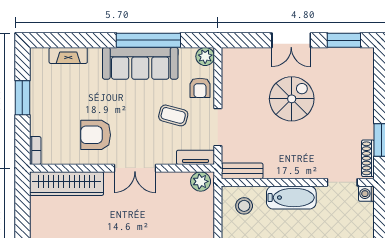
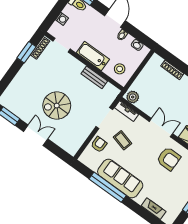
plant: (205, 56) -> (85, 158), removed
bench: (242, 171) -> (94, 77), moved
washing machine: (366, 194) -> (62, 19), moved

